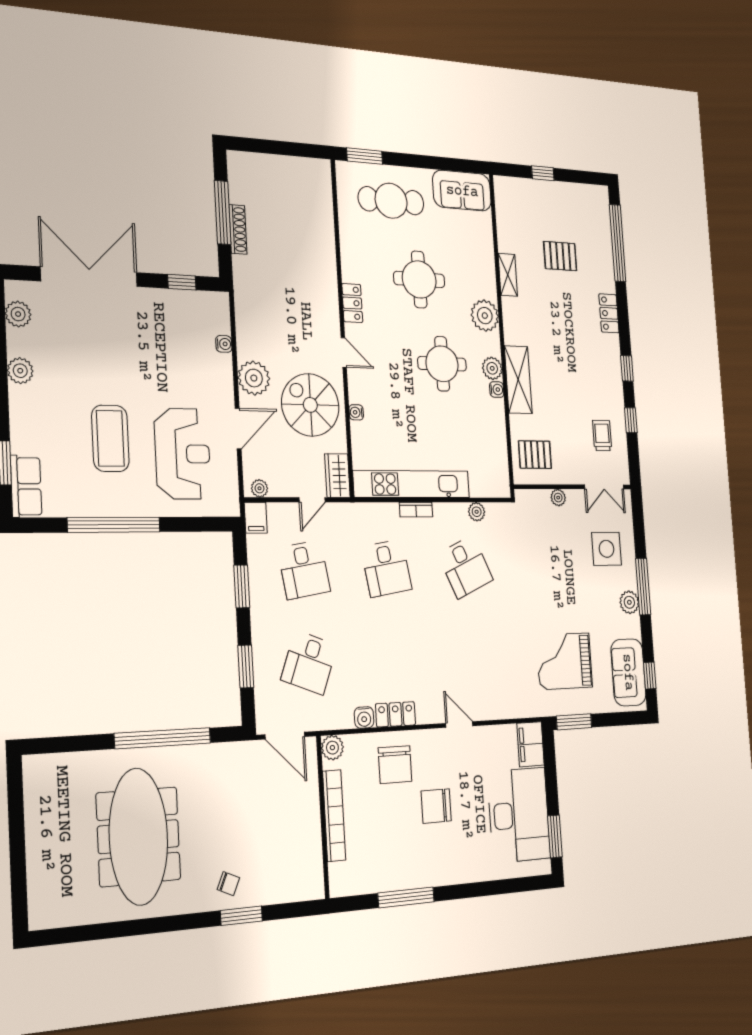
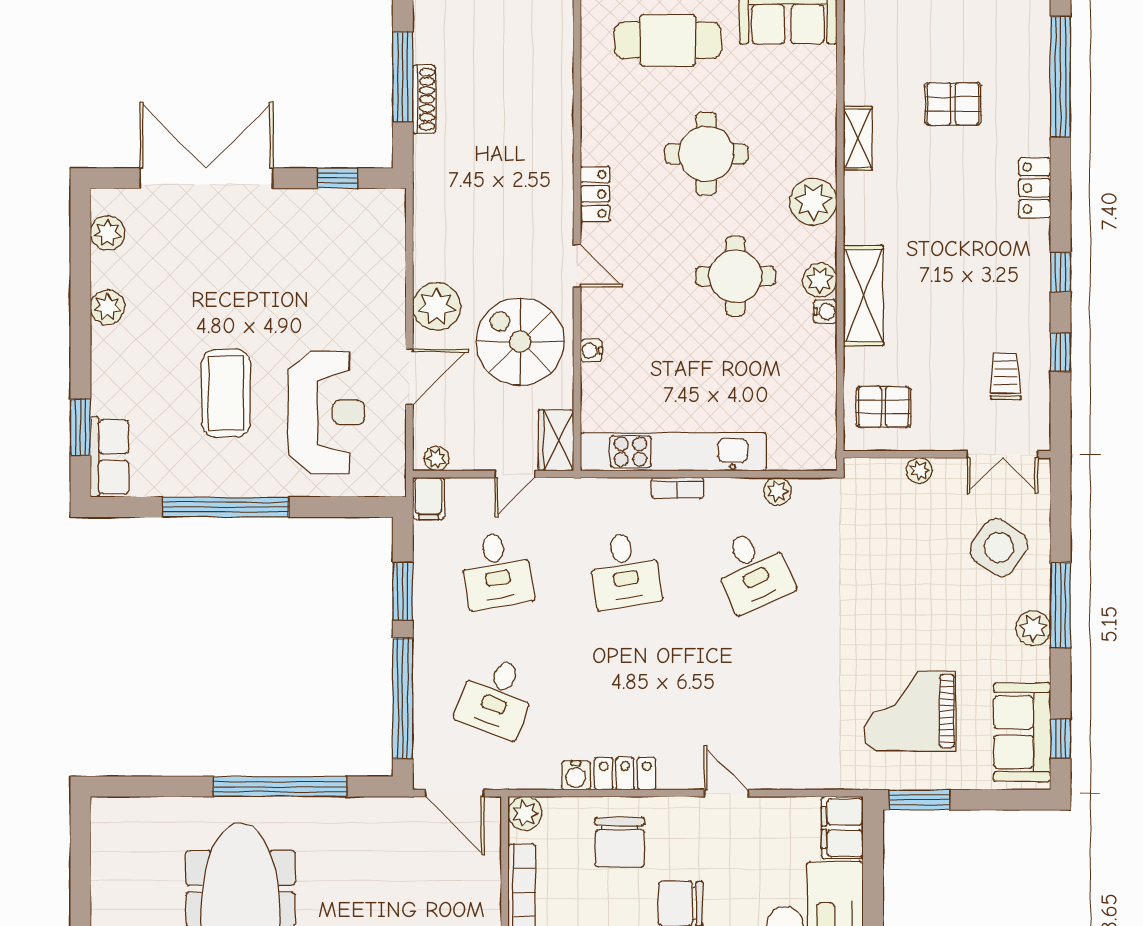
water cooler: (224, 344) -> (394, 261), removed
side table: (607, 549) -> (999, 547), turned 34
window: (246, 666) -> (403, 698), width x2.11

